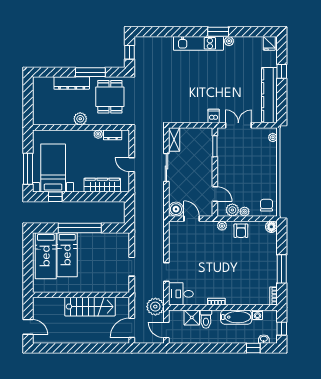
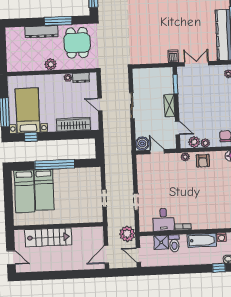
shelving: (174, 139) -> (169, 106), moved
desk: (181, 294) -> (163, 220), moved, turned -90
stairs: (90, 307) -> (48, 237), moved

